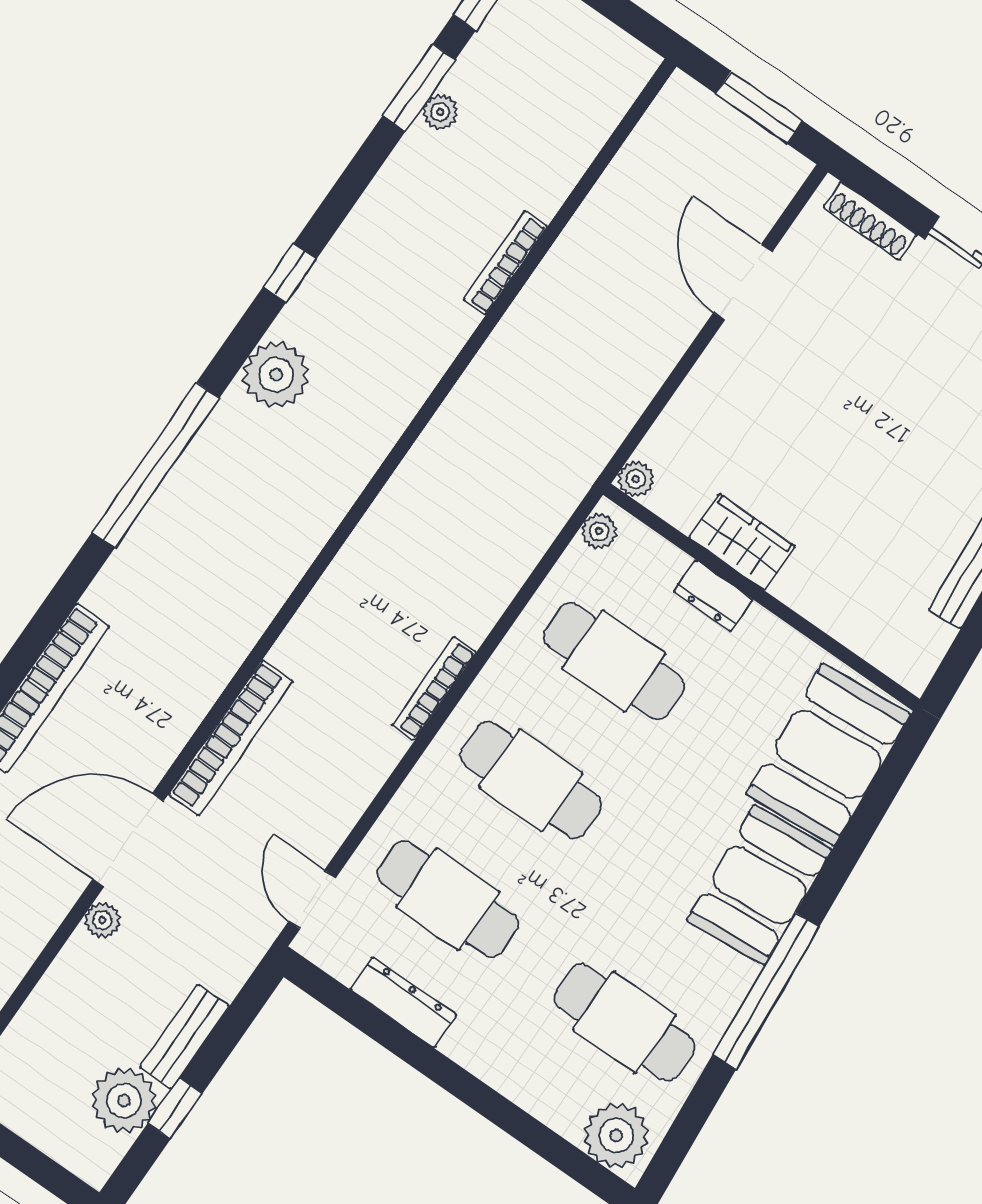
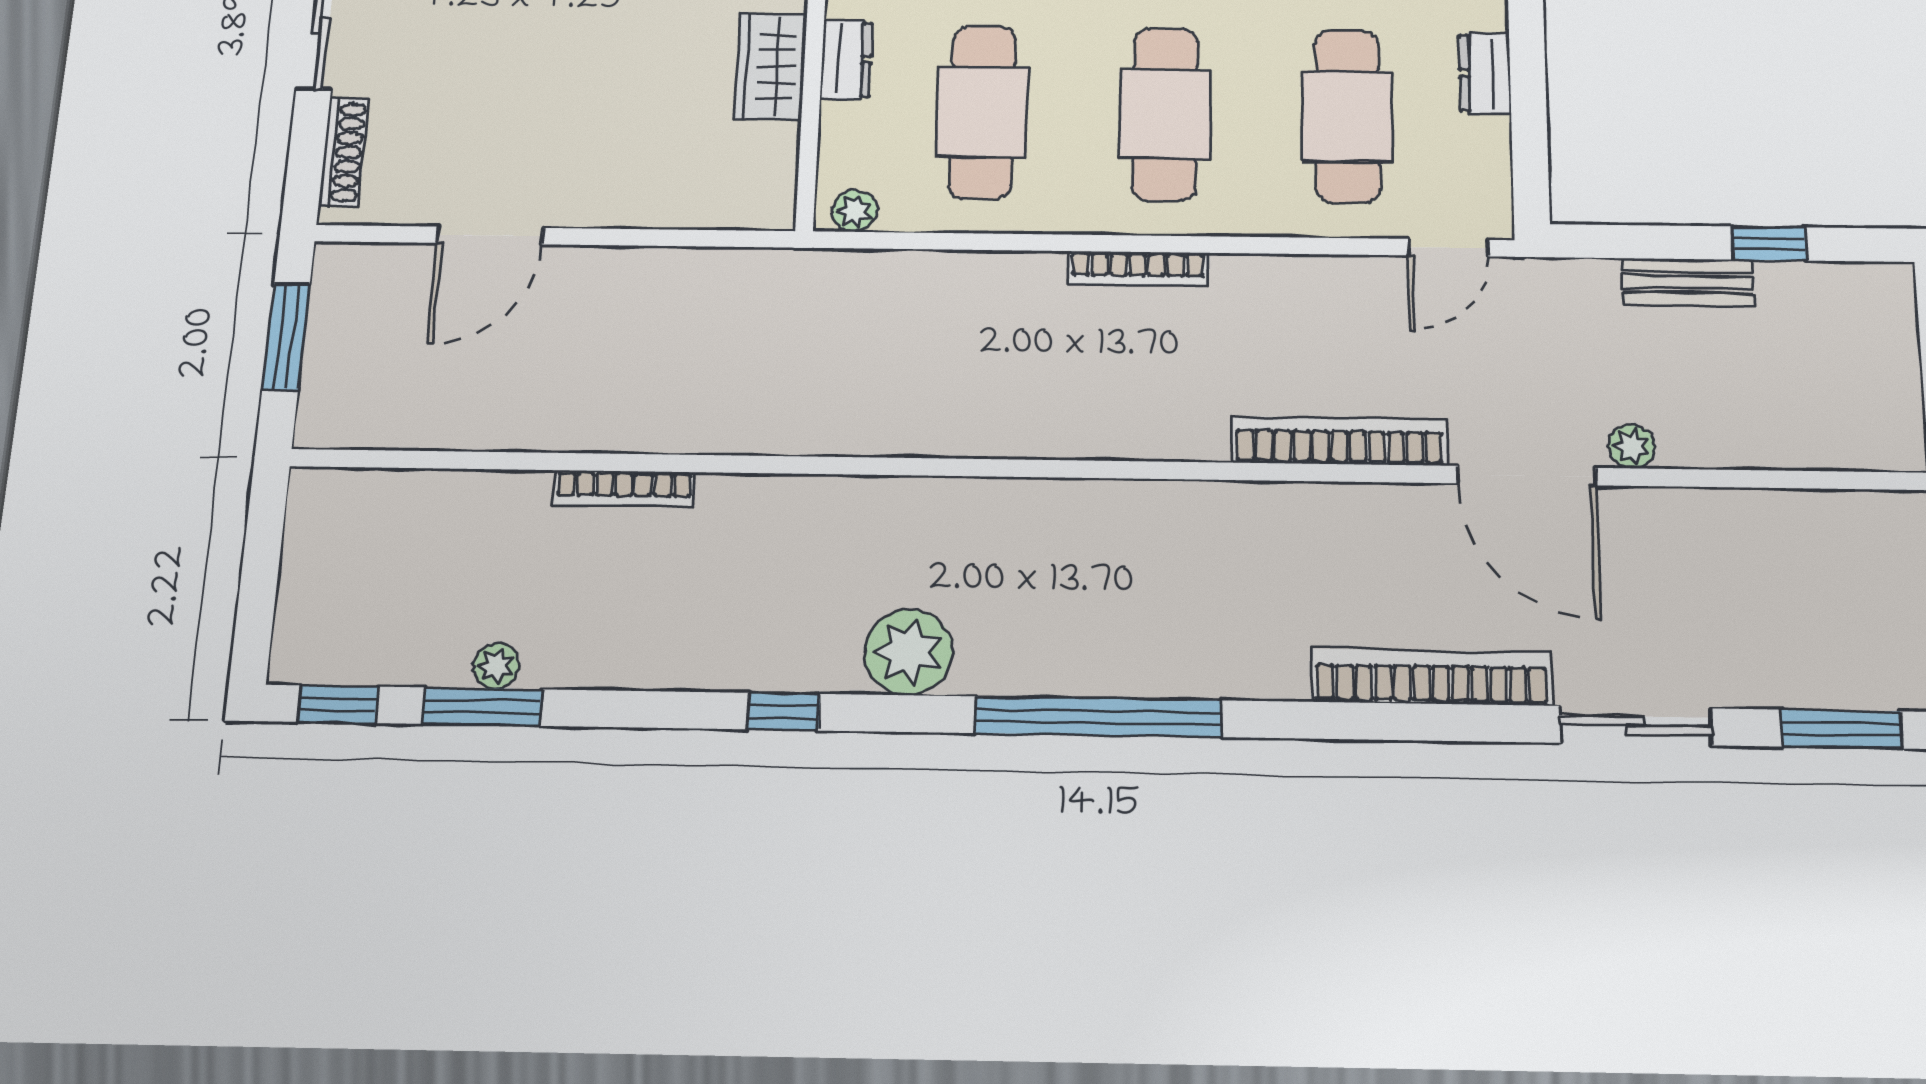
plant: (636, 479) -> (774, 210), removed
dresser: (404, 1002) -> (1485, 73), width x0.70
plant: (124, 1100) -> (1801, 300), removed

